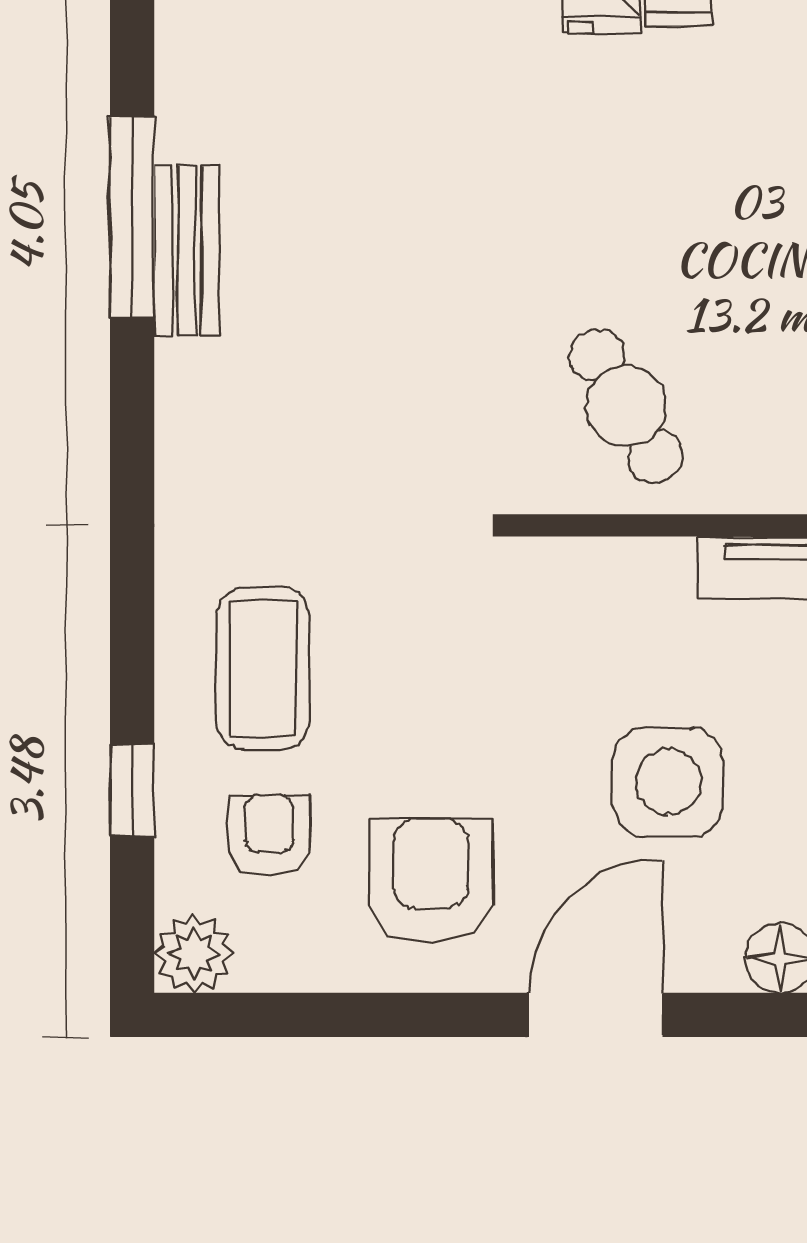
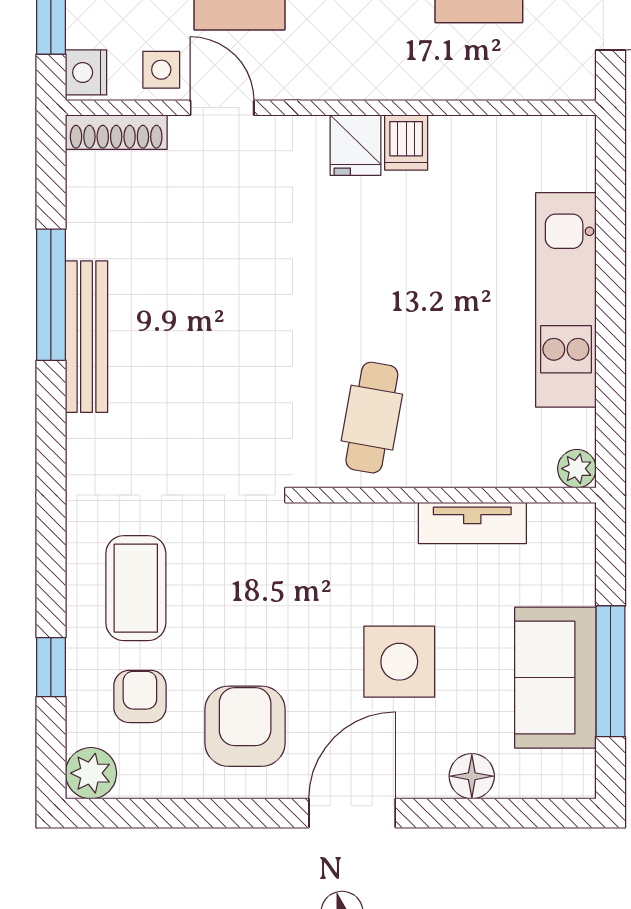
bench: (187, 251) -> (86, 337), width x1.36
cafe table: (626, 406) -> (372, 418), turned 40

